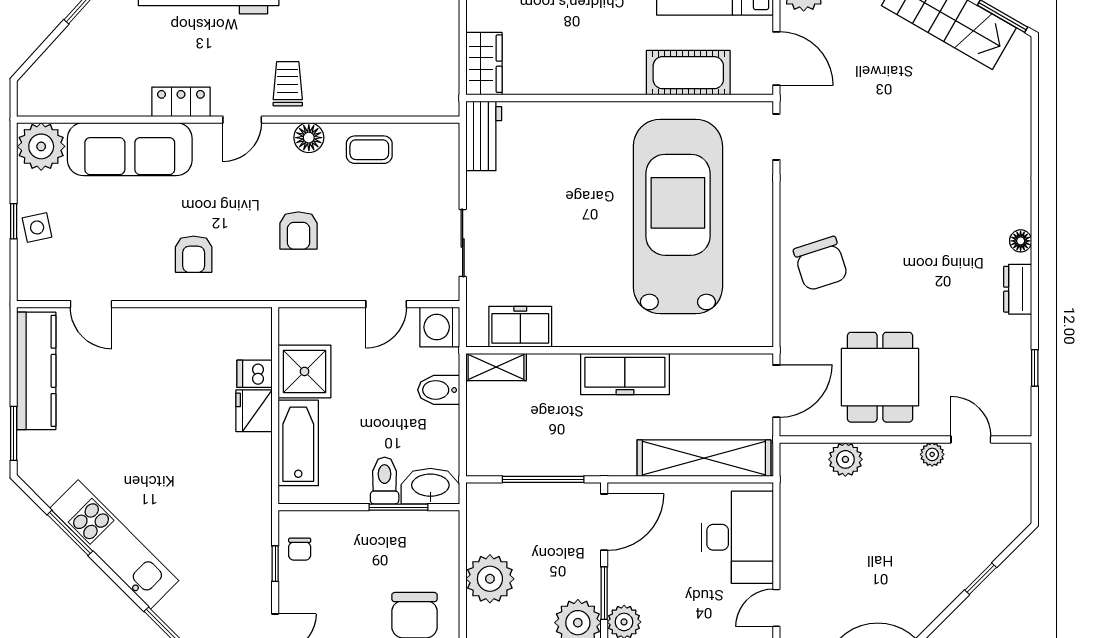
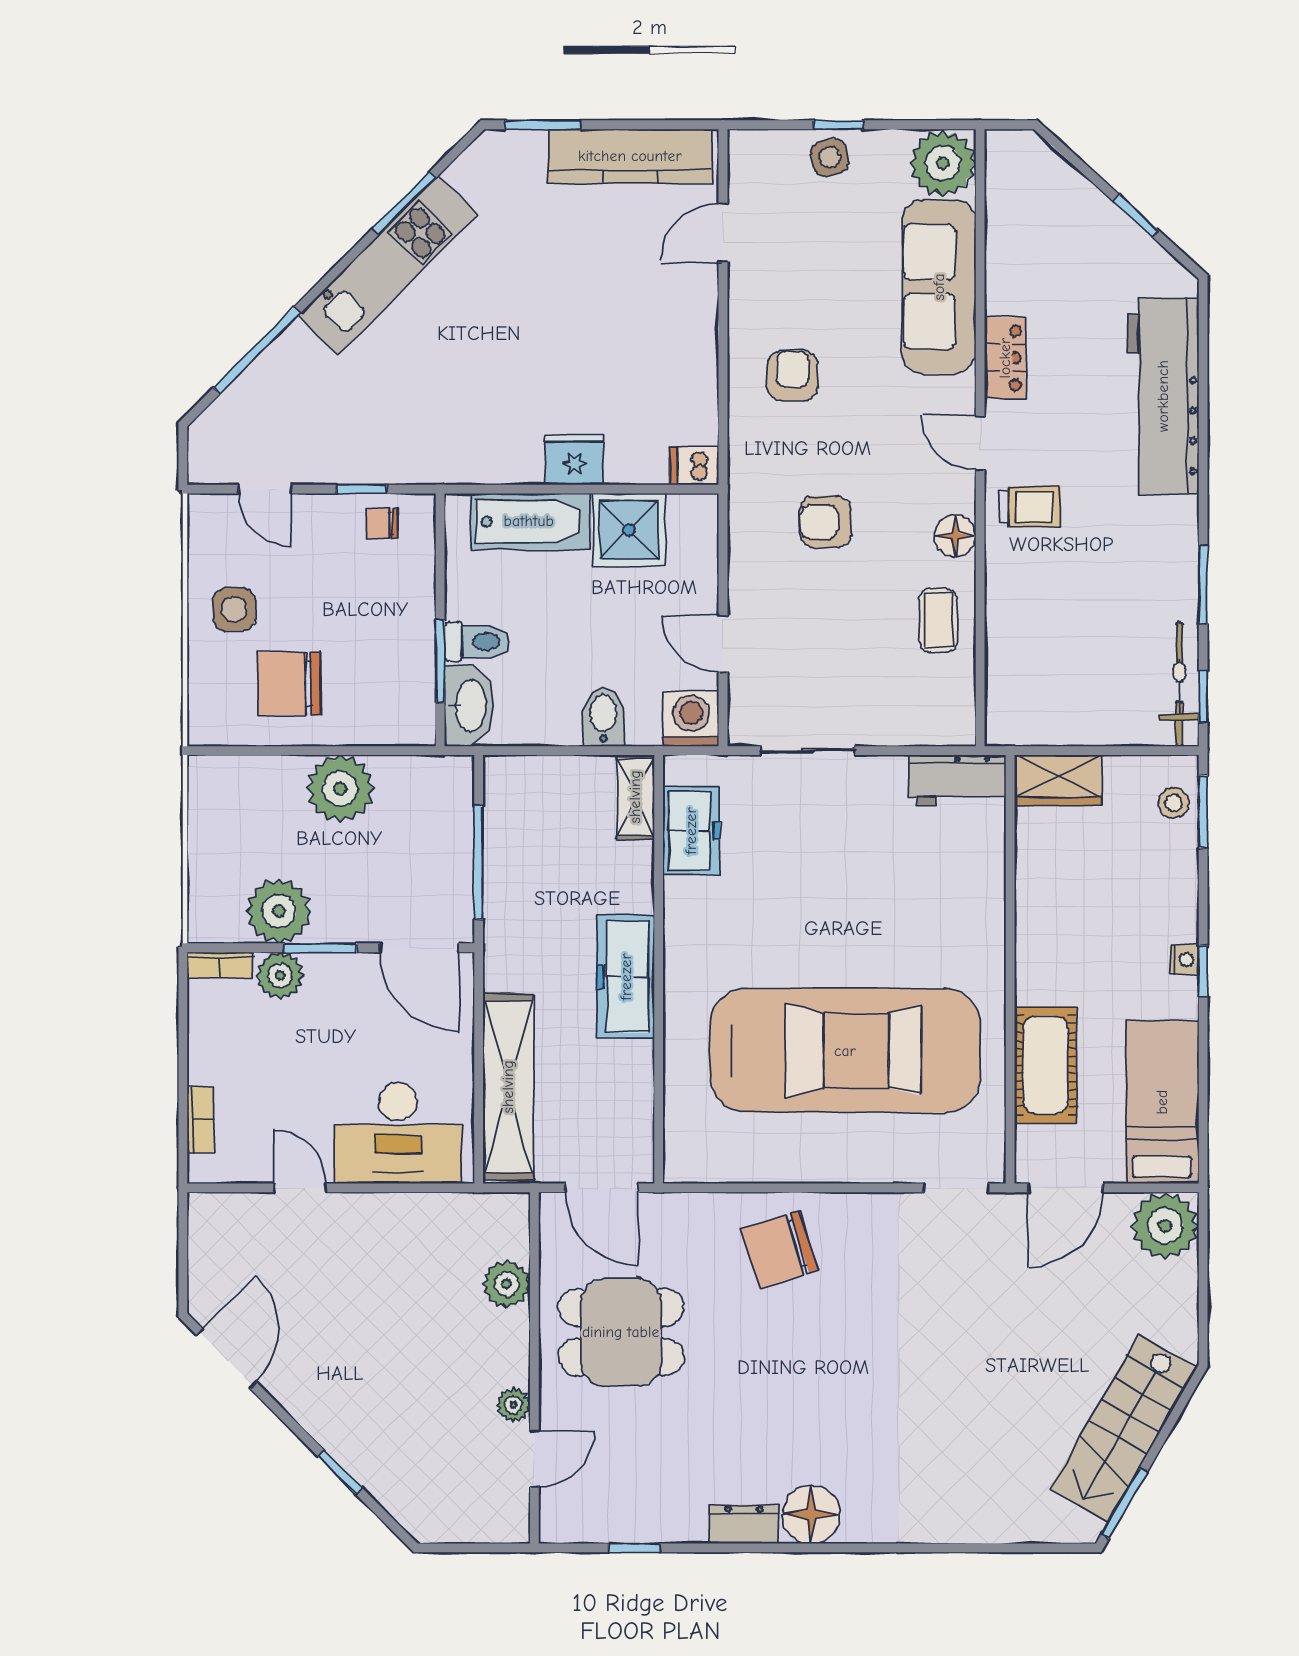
floor lamp: (1021, 241) -> (811, 1514), width x1.89, depth x1.89
armchair: (194, 254) -> (793, 376), turned 90
dishwasher: (254, 374) -> (694, 466), moved, turned -90

